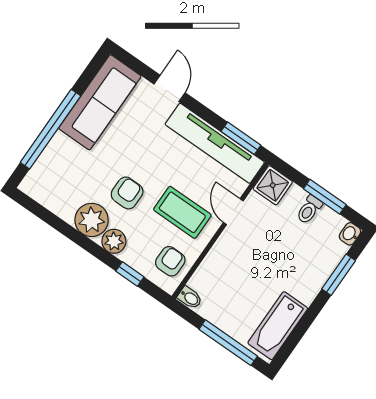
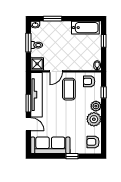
door: (169, 88) -> (28, 124), swing flipped
window: (50, 129) -> (72, 156), width x0.32
window: (241, 138) -> (28, 103), moved
armchair: (127, 193) -> (93, 142), moved
window: (228, 343) -> (104, 41), width x0.46

